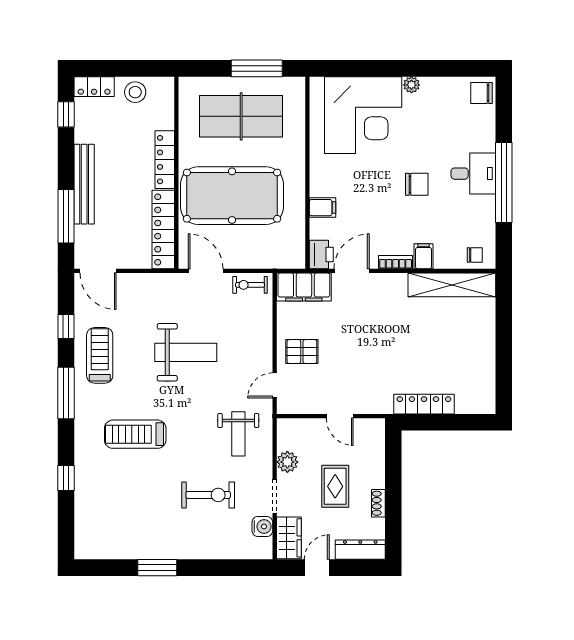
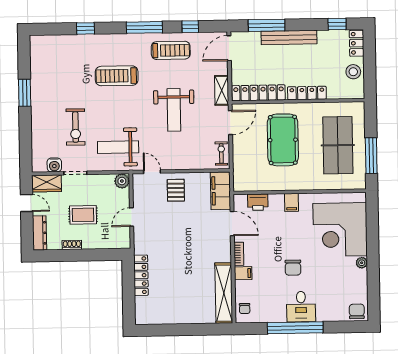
pool table: (232, 196) -> (283, 140), width x0.73, depth x0.76
filing cabinet: (322, 208) -> (292, 202), moved
printer: (321, 255) -> (258, 202), moved
shelving: (159, 283) -> (222, 90), added
treadmill: (135, 434) -> (117, 76), turned -90
weight bench: (238, 434) -> (118, 147), width x1.36, depth x1.33
plant: (287, 462) -> (122, 181), moved

